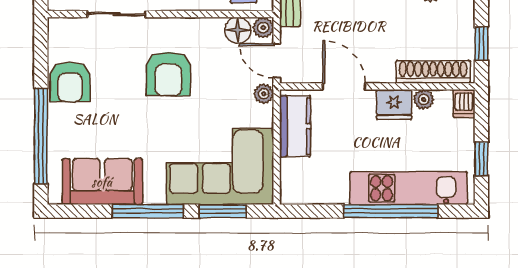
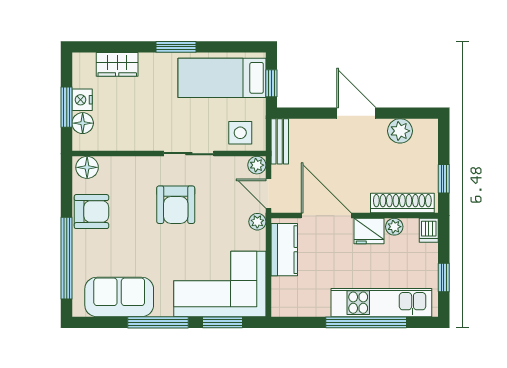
sliding door: (117, 14) -> (189, 154), moved
floor lamp: (238, 30) -> (87, 167), moved
armchair: (70, 82) -> (91, 212), turned -90
door: (344, 86) -> (326, 216), width x1.36

